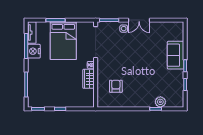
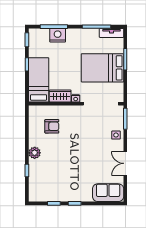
double door: (139, 20) -> (125, 163), moved
nightstand: (34, 51) -> (58, 35), moved
sofa: (176, 55) -> (108, 193), moved
bed: (74, 98) -> (39, 80), added
plant: (160, 102) -> (35, 153), moved

